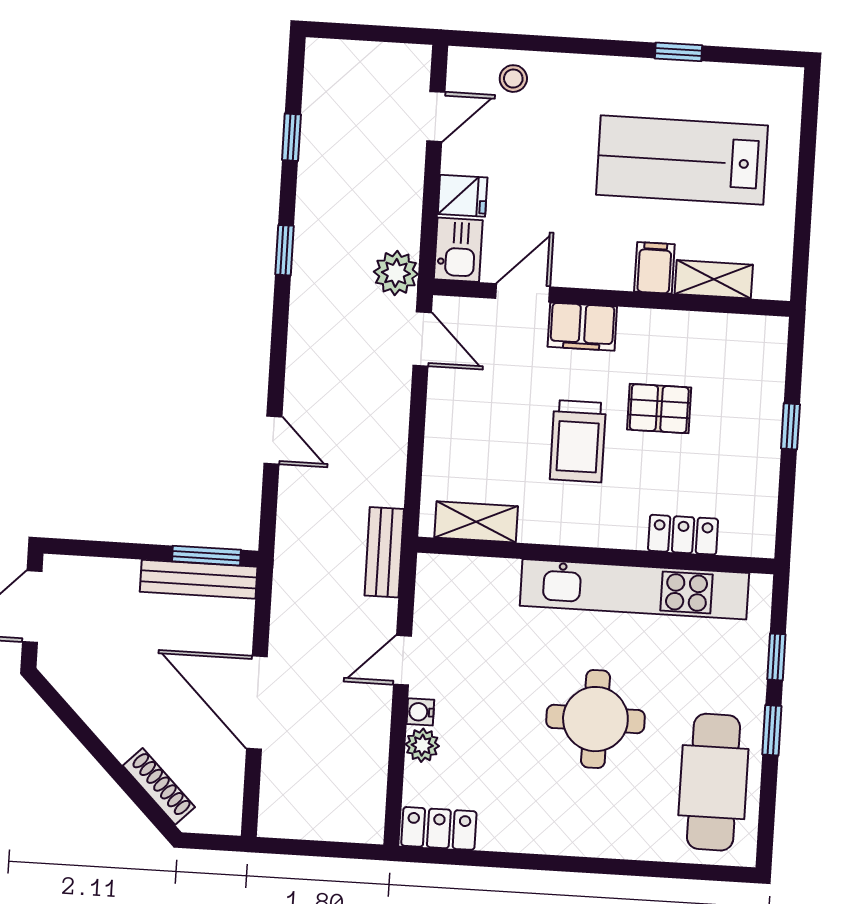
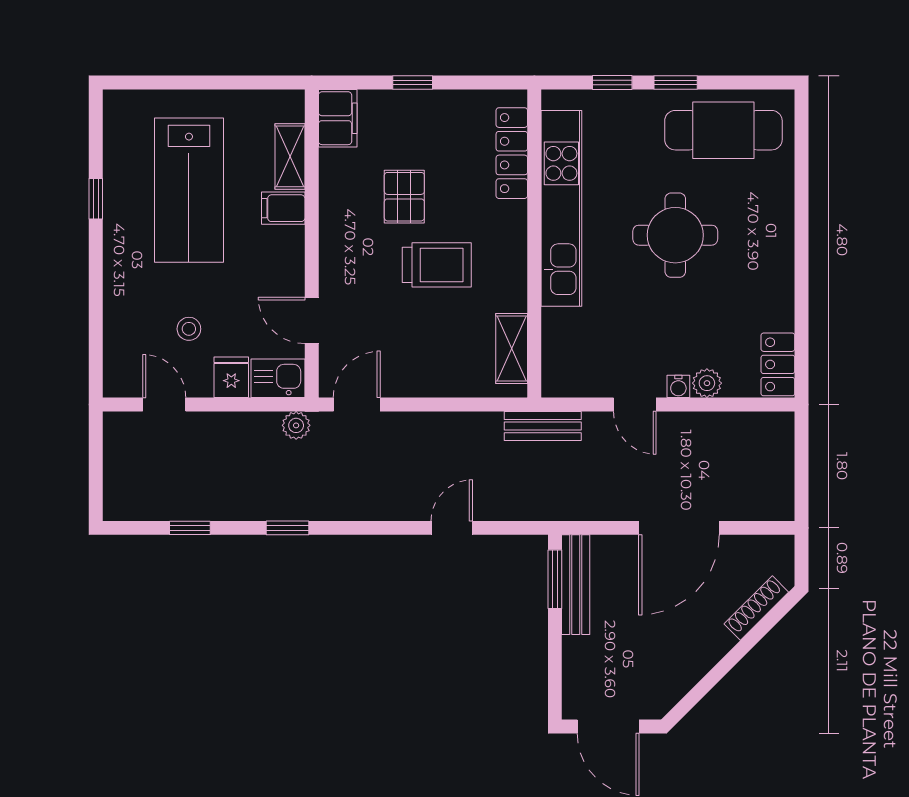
stool: (513, 79) -> (189, 329), moved
plant: (396, 273) -> (296, 425), width x0.73, depth x0.73
filing cabinet: (582, 327) -> (338, 118), moved
locker: (683, 535) -> (512, 153), width x1.53

